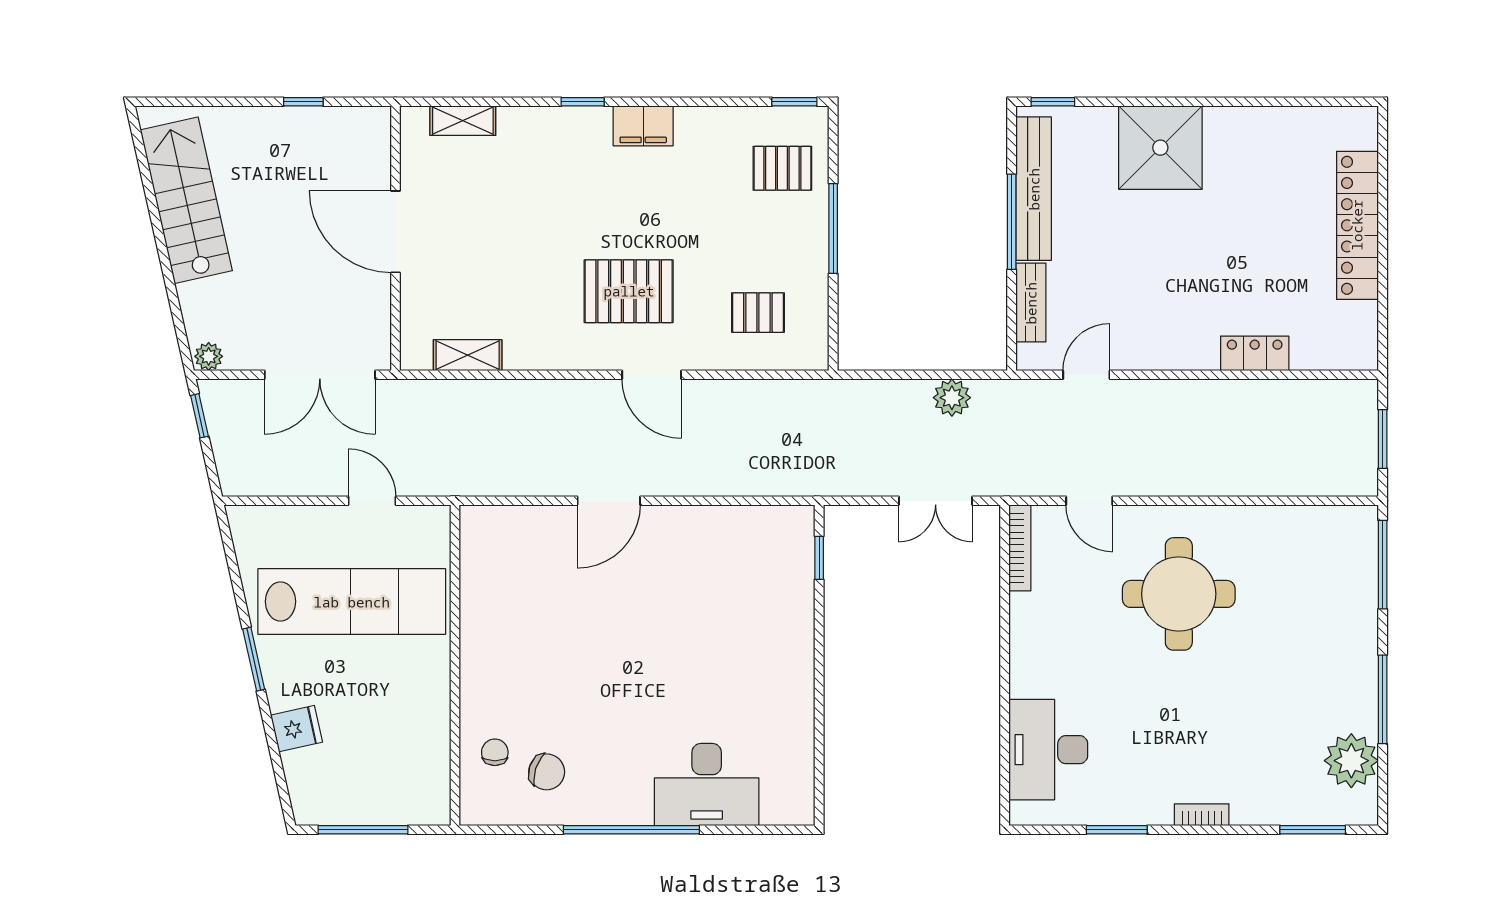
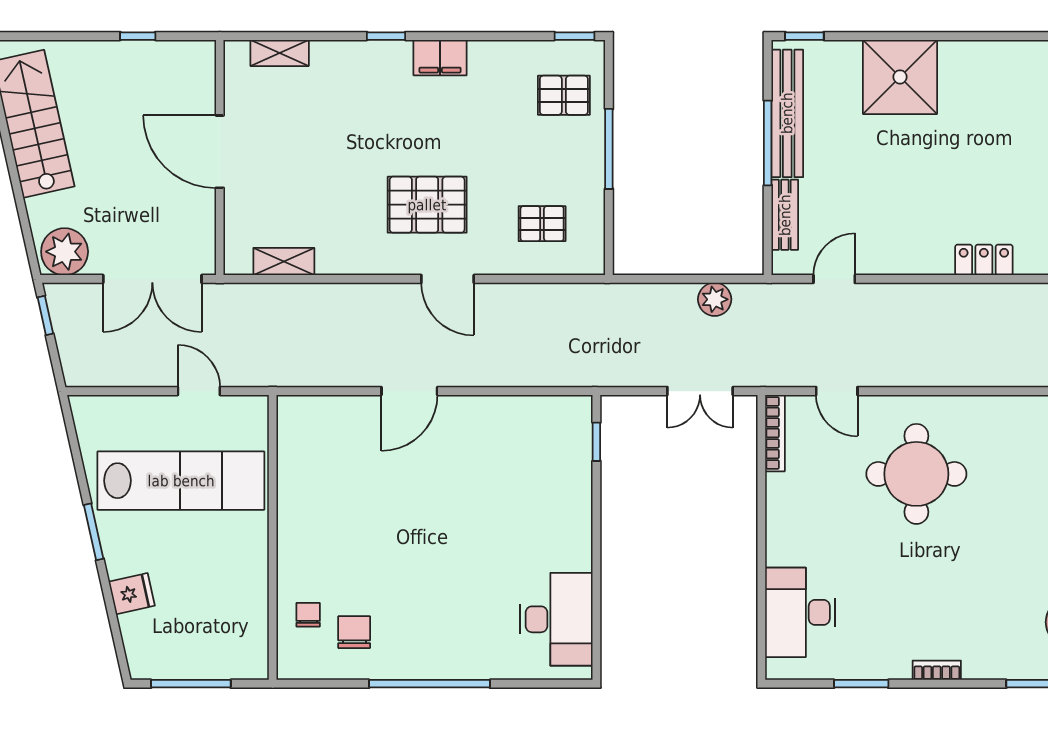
plant: (209, 356) -> (65, 252), width x1.87, depth x1.87
chair: (547, 772) -> (354, 632), turned -108
desk: (707, 785) -> (556, 619), moved, turned -90

